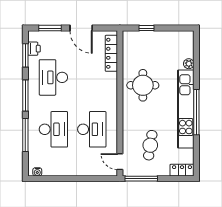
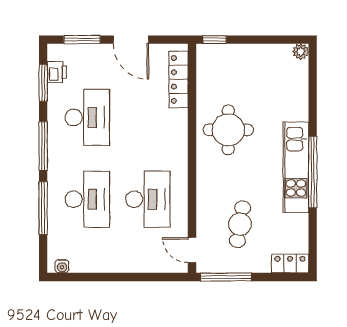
window: (146, 28) -> (215, 40), moved
plant: (189, 64) -> (301, 52), moved
desk: (53, 77) -> (87, 117), turned 180
kitchen unit: (186, 109) -> (296, 167), width x0.73

